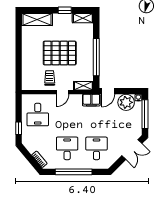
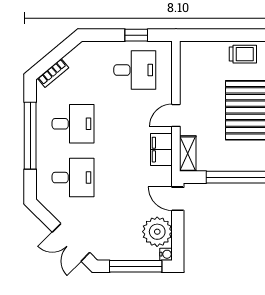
trolley: (50, 78) -> (243, 54), moved
door: (63, 92) -> (176, 115), hinge flipped
filing cabinet: (91, 100) -> (161, 150), moved
desk: (38, 115) -> (135, 70), turned 180
window: (19, 128) -> (136, 35), moved

